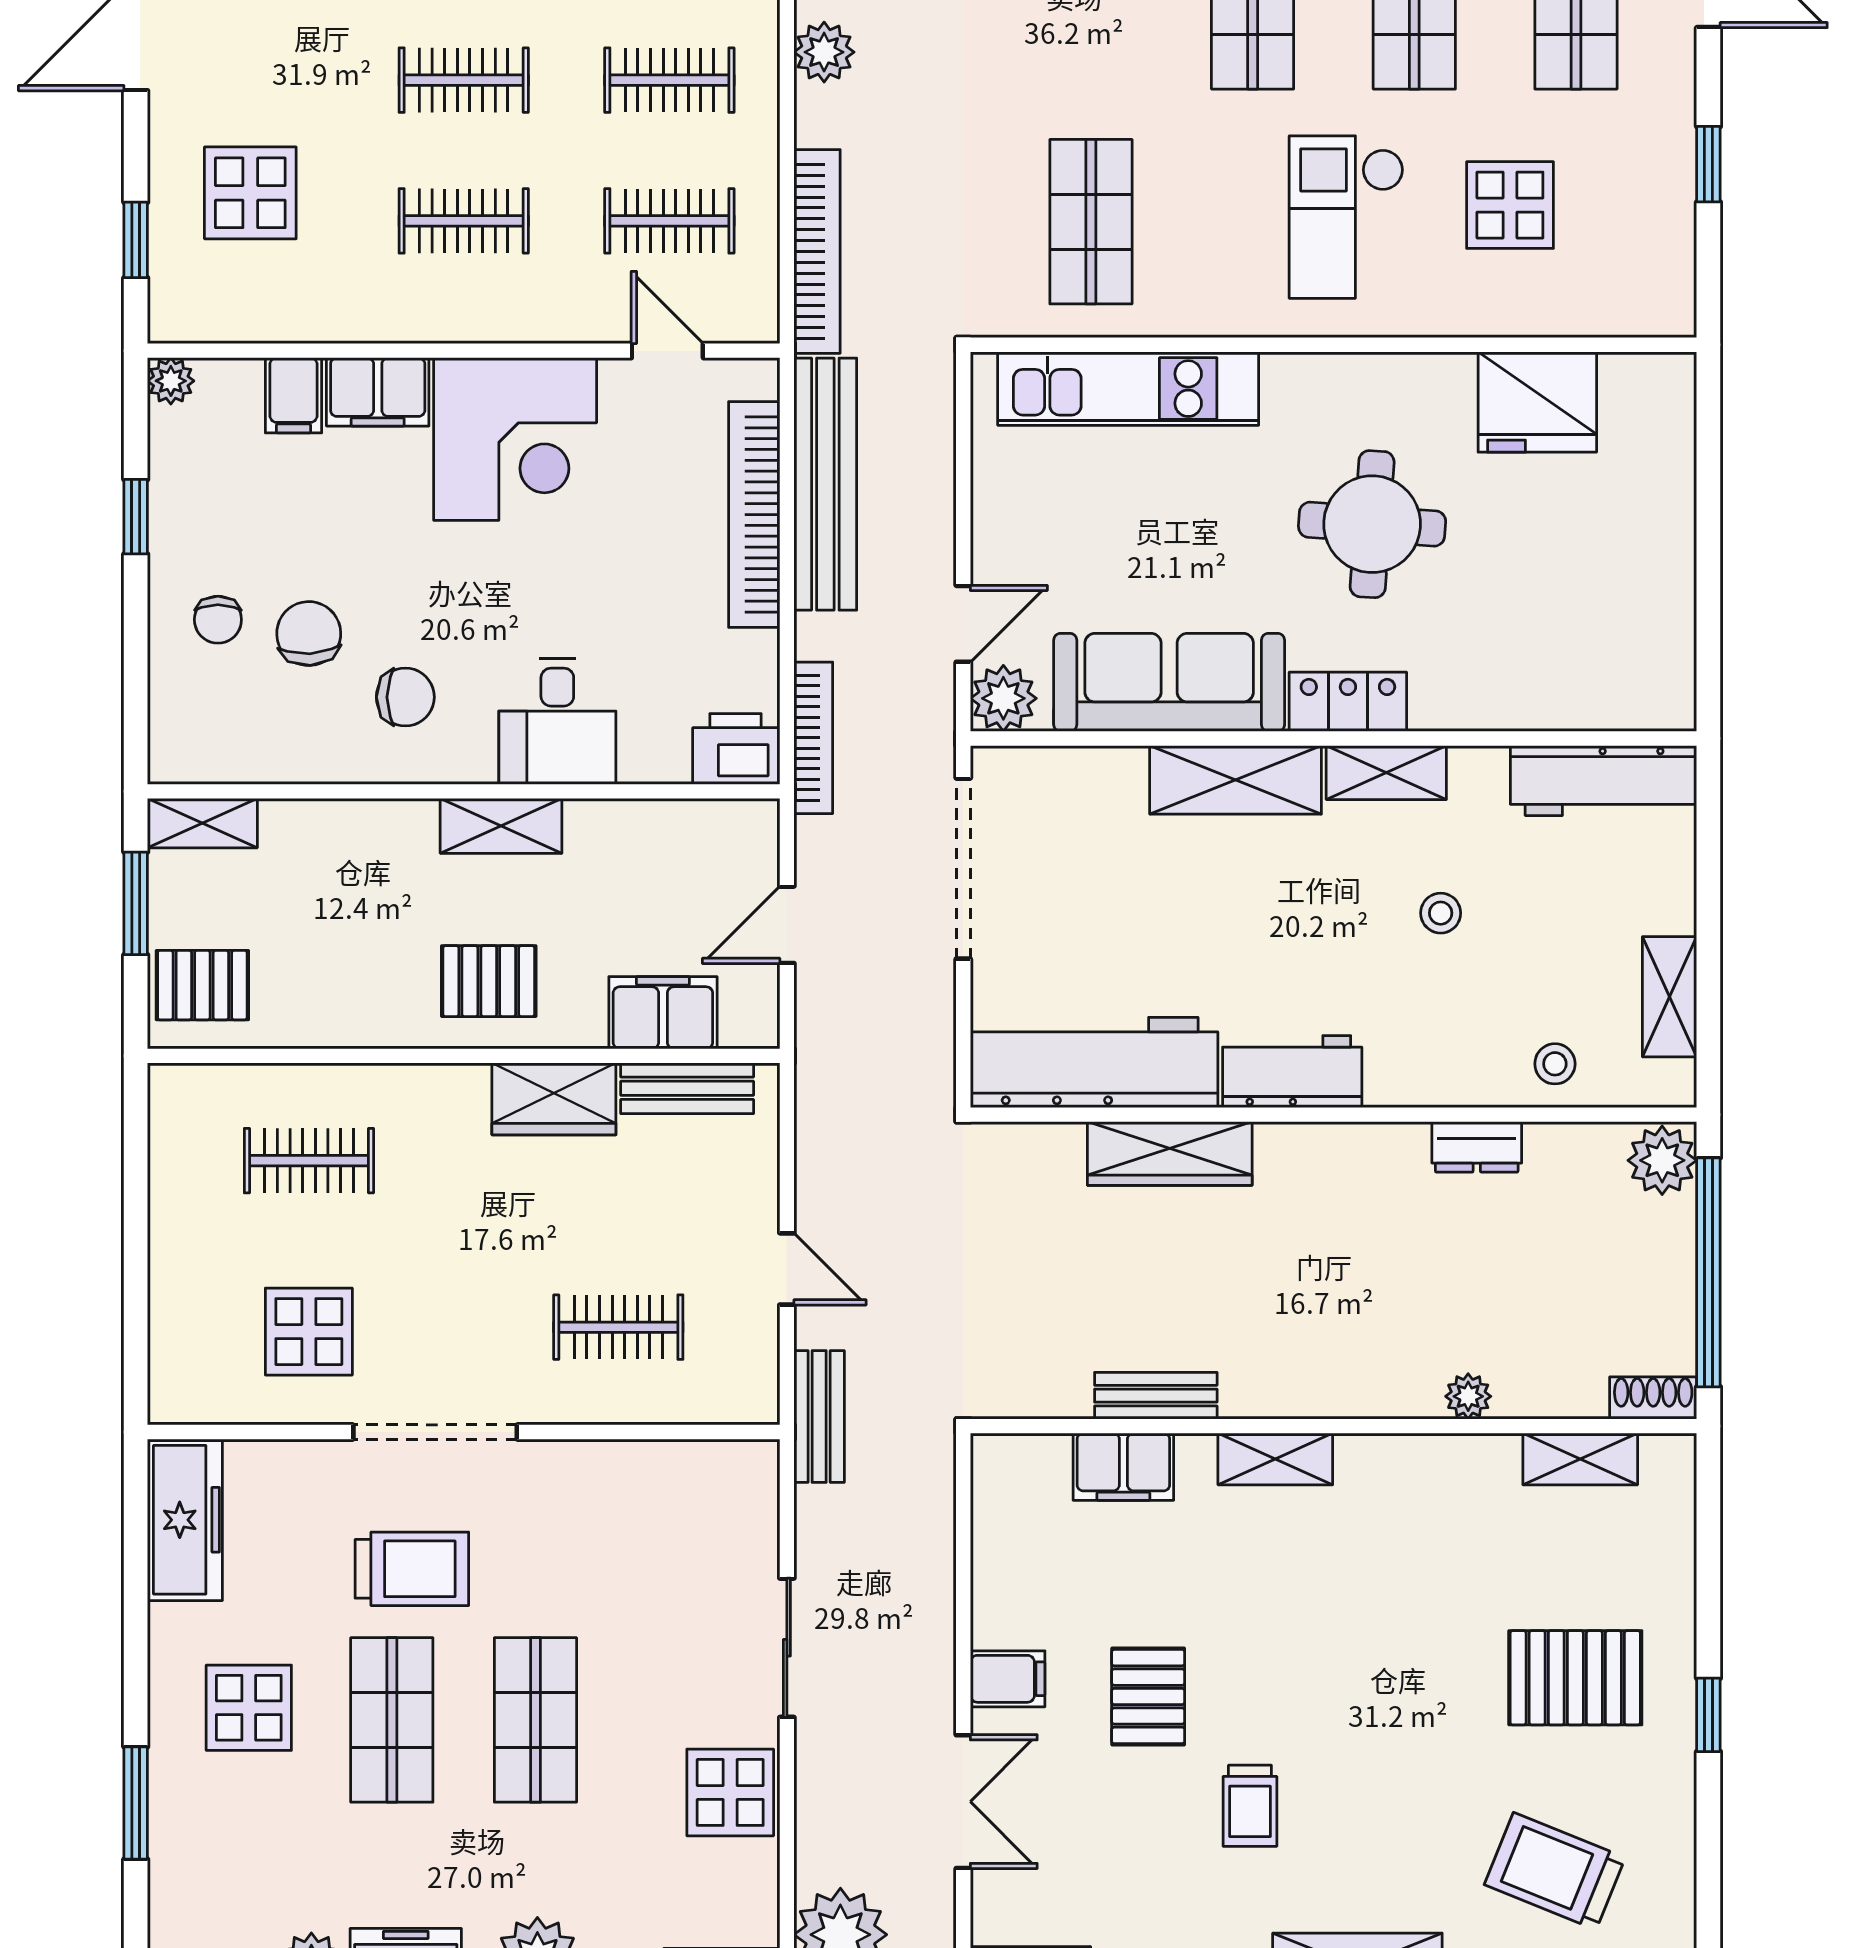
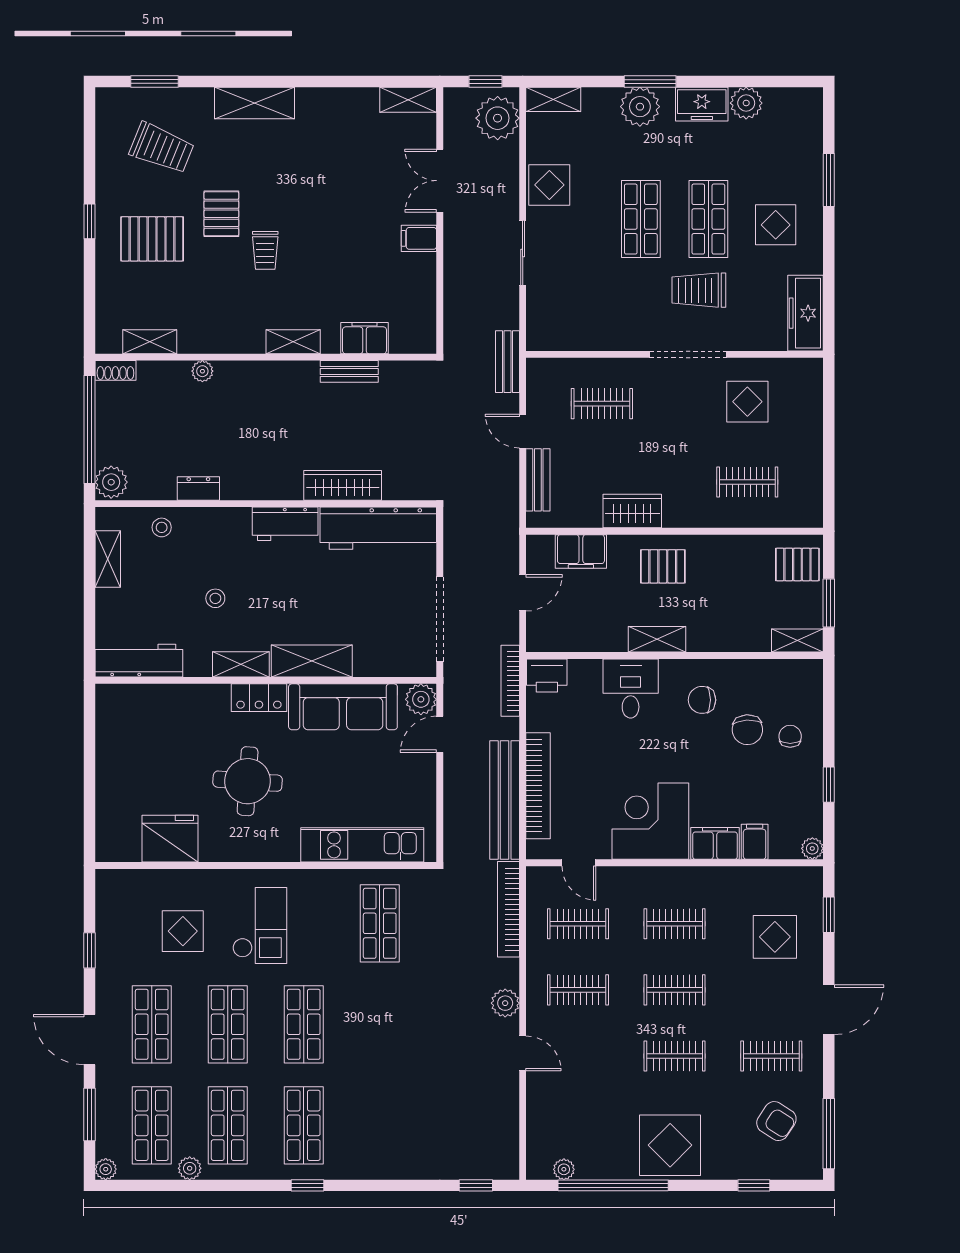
bench: (687, 1088) -> (538, 480), moved, turned 90
pallet: (1148, 1697) -> (221, 214), moved
trolley: (1250, 1806) -> (265, 250), moved, turned 180

